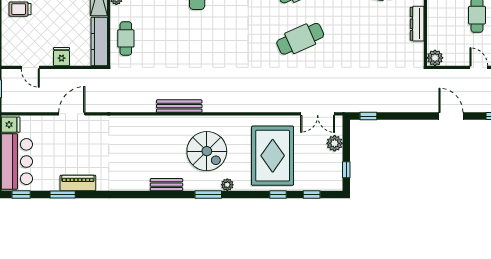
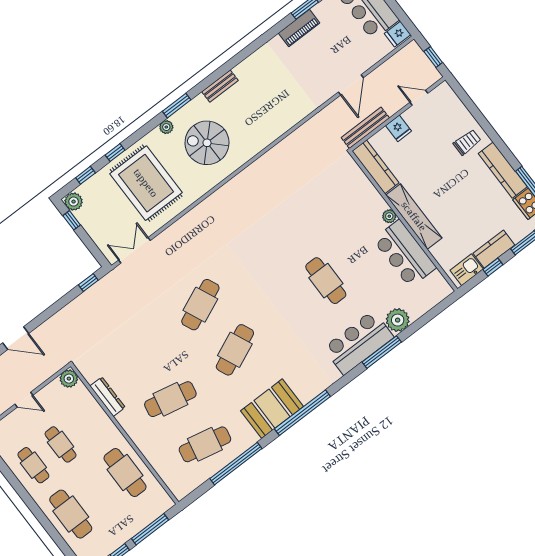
cafe table: (126, 38) -> (354, 188), removed
bench: (179, 106) -> (365, 128), moved
plant: (335, 143) -> (74, 202), moved

